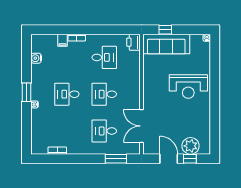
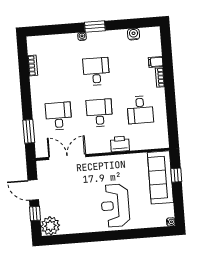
printer: (133, 42) -> (120, 144), moved
plant: (191, 146) -> (50, 226), moved
door: (169, 159) -> (33, 190), swing flipped

